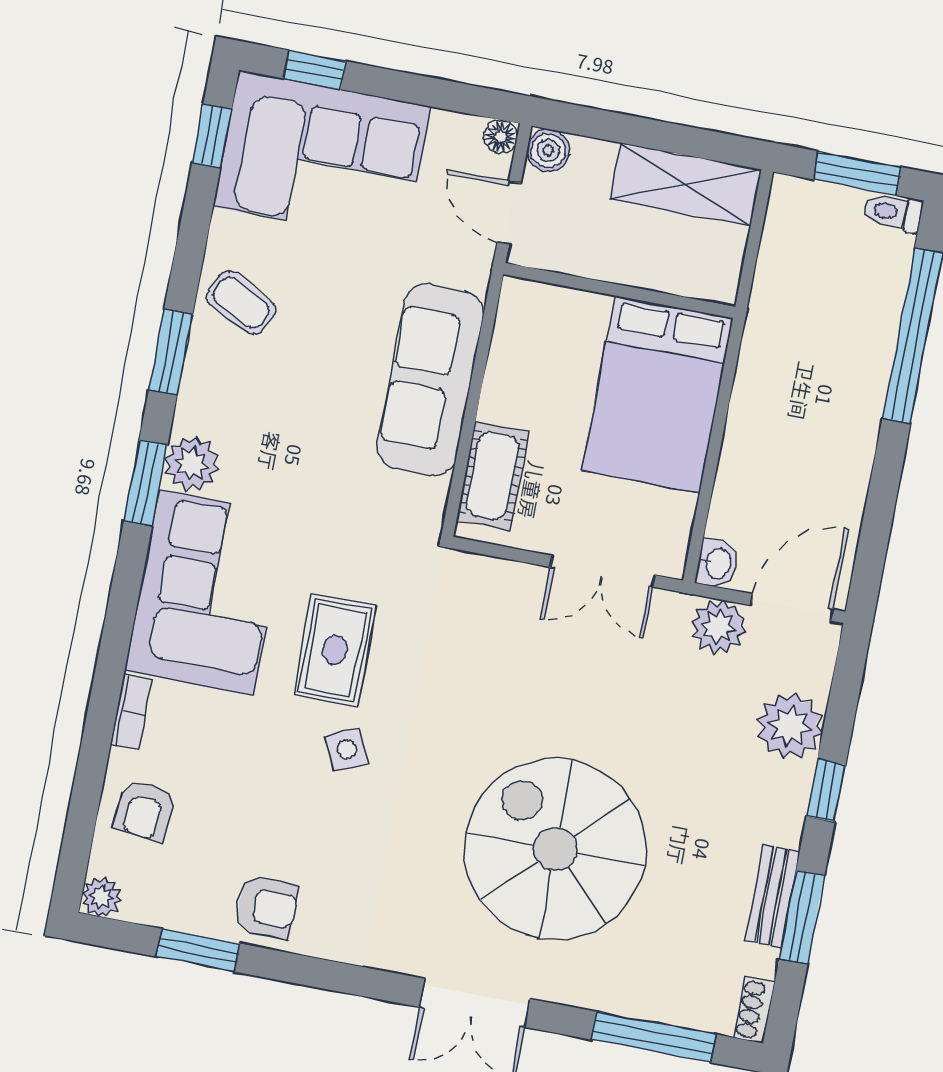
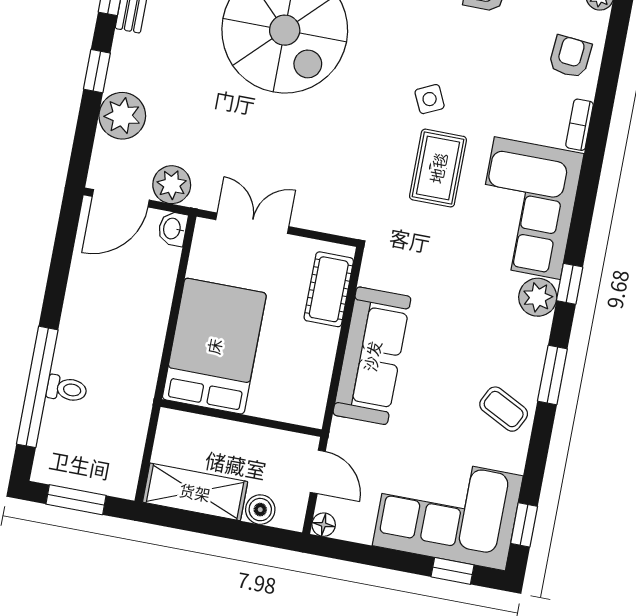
boiler: (548, 150) -> (260, 510), moved
toilet: (893, 212) -> (67, 389), moved
window: (146, 483) -> (570, 284), width x0.67

